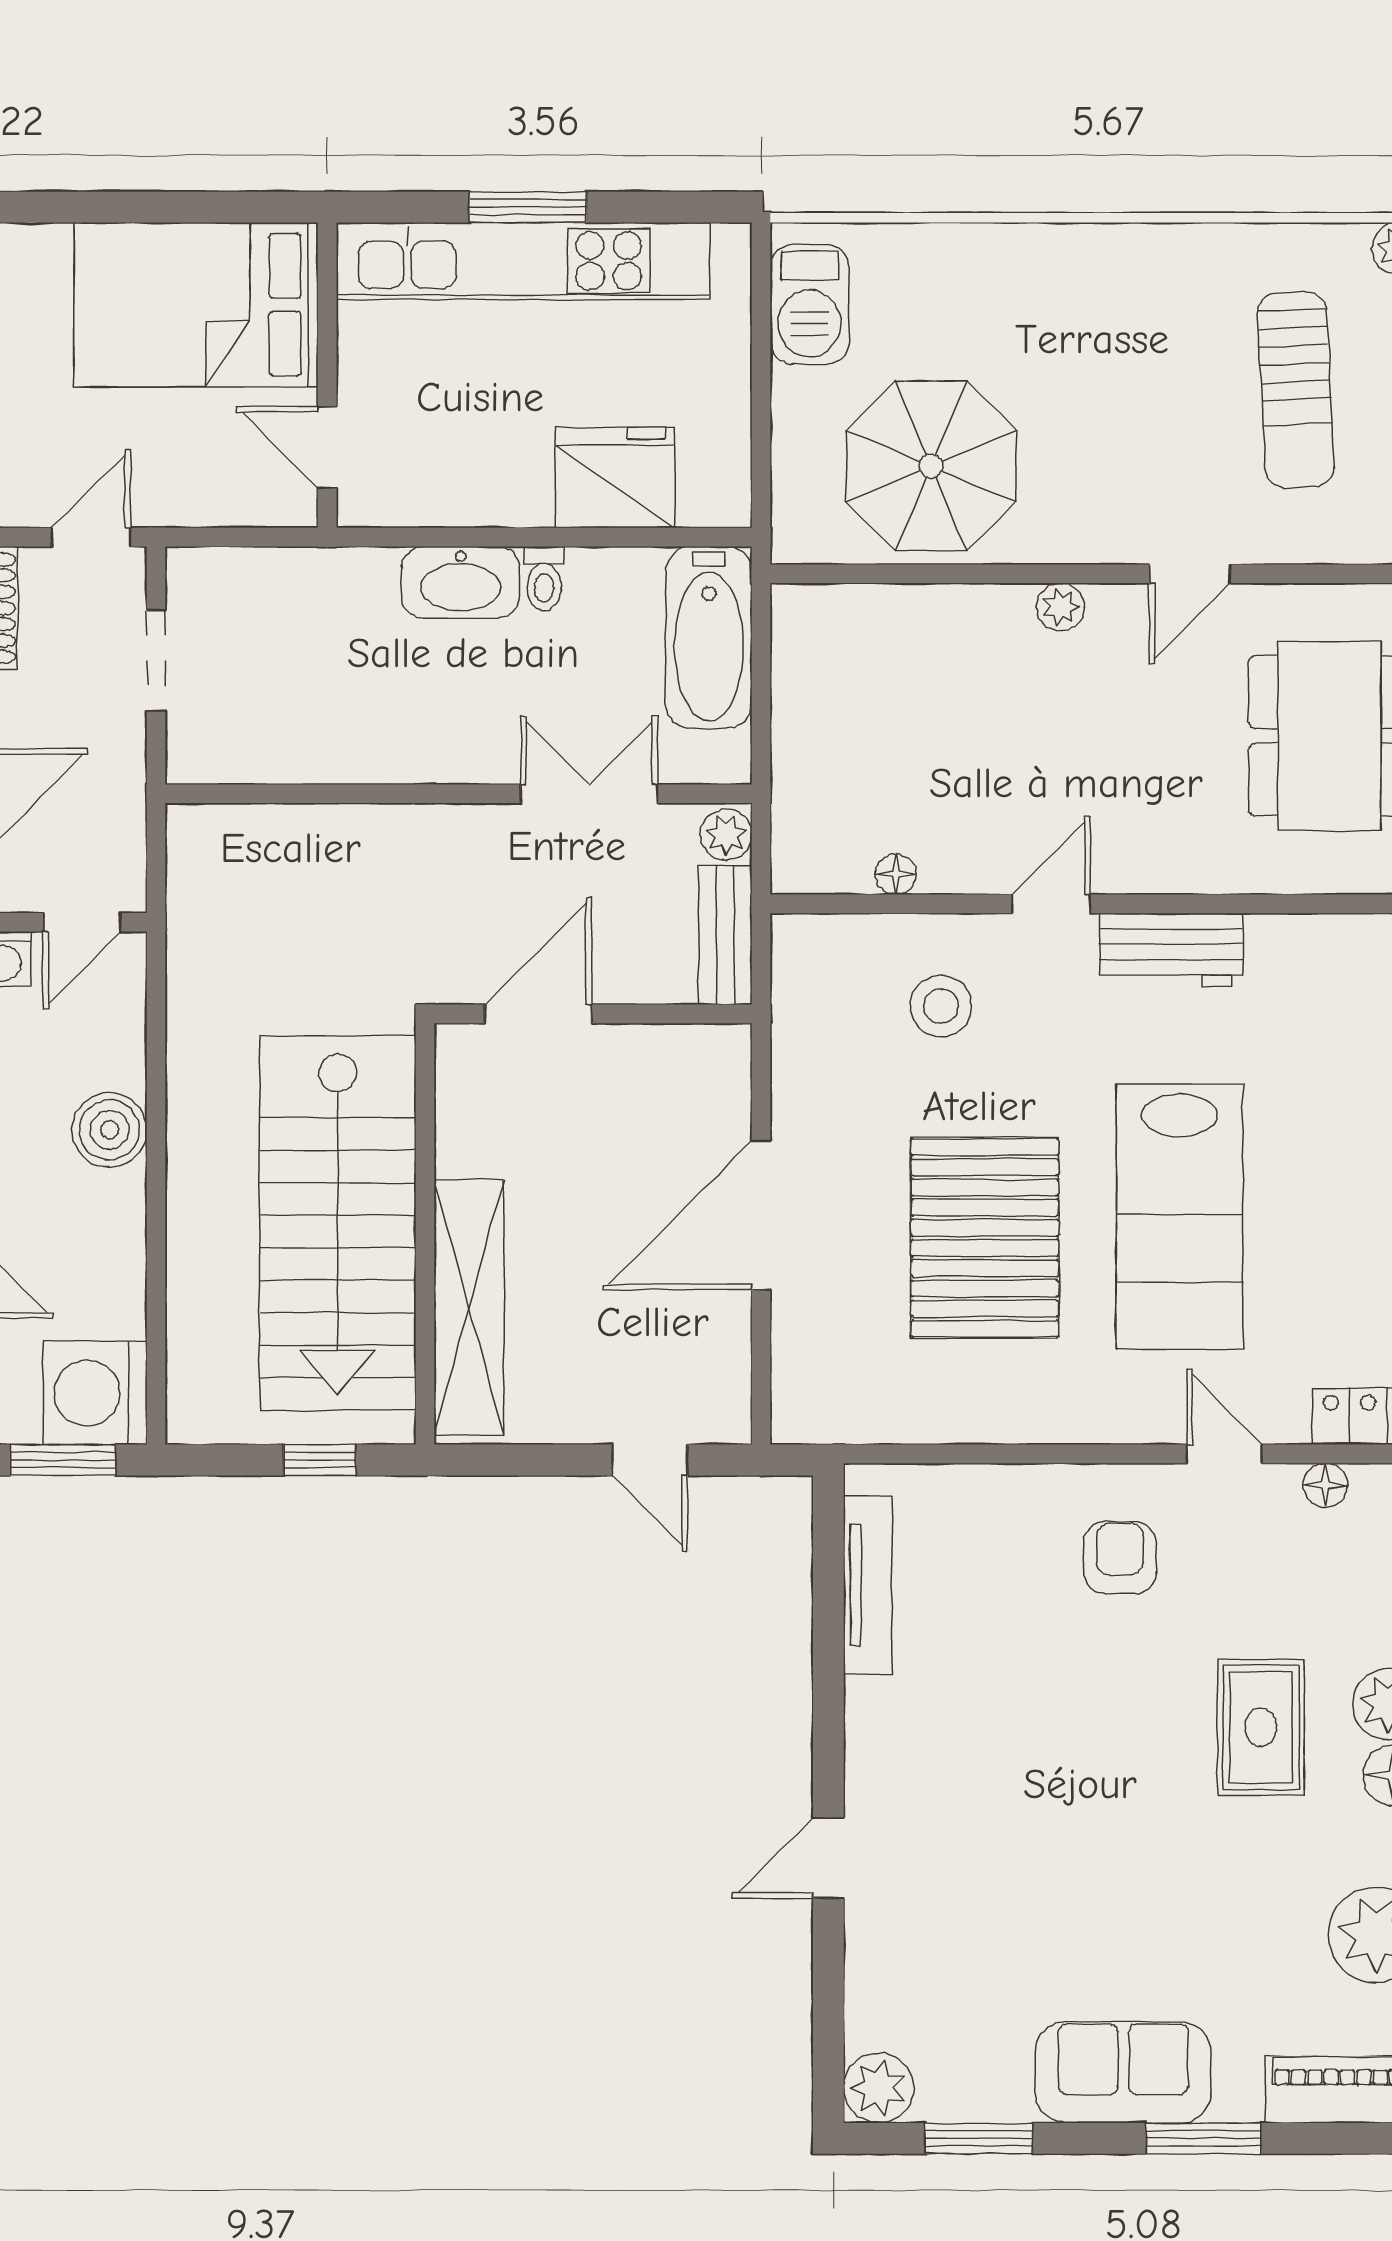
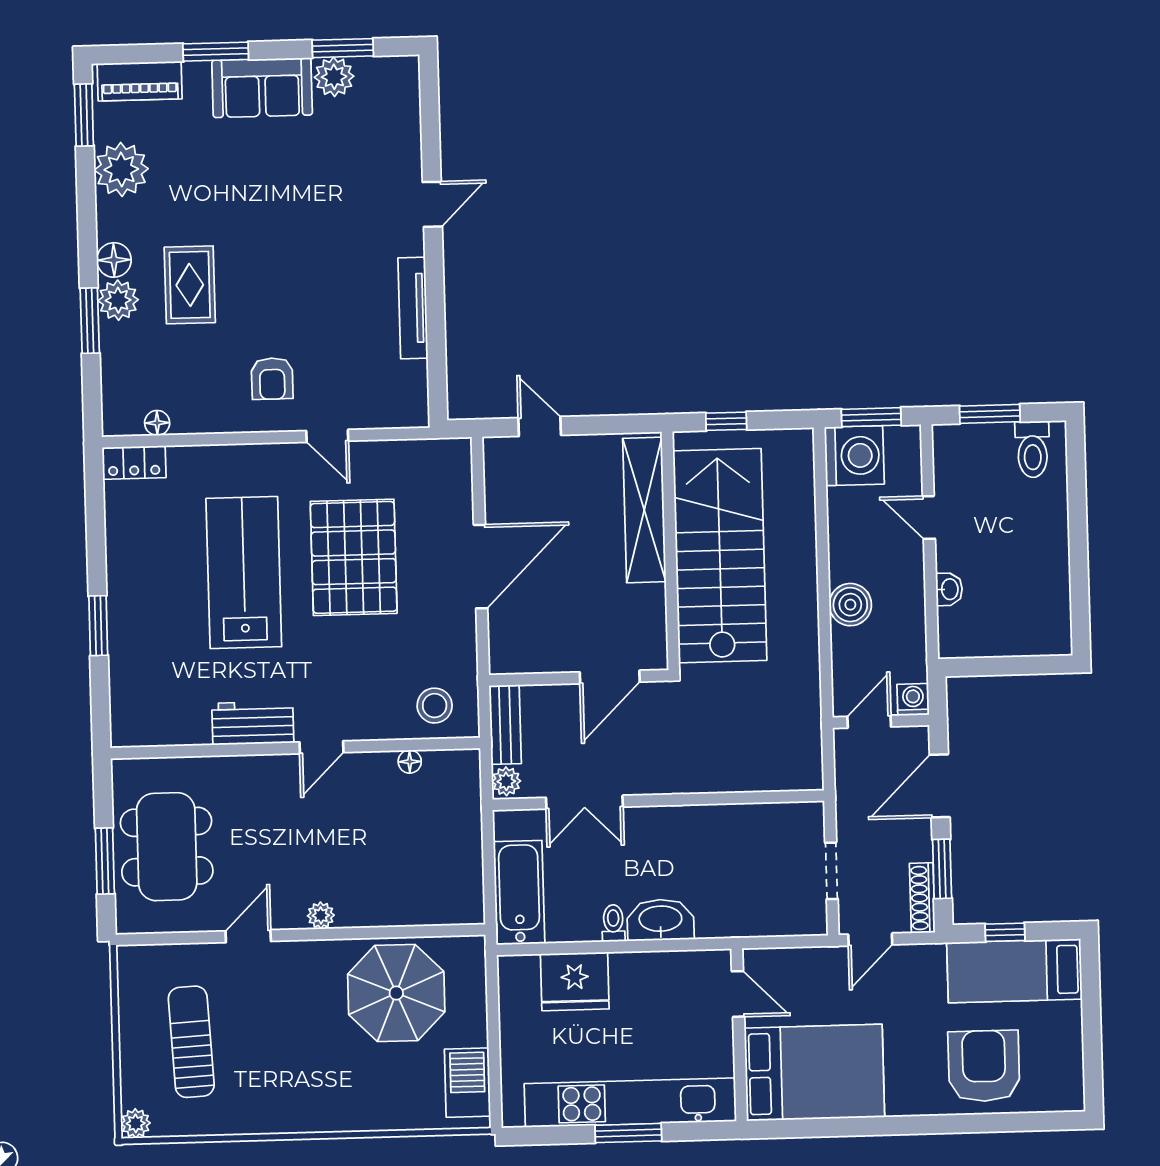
stool: (941, 1006) -> (435, 706), moved
door: (1224, 1454) -> (327, 436), moved
tv unit: (868, 1585) -> (413, 308), moved
plant: (879, 2088) -> (334, 77), moved

